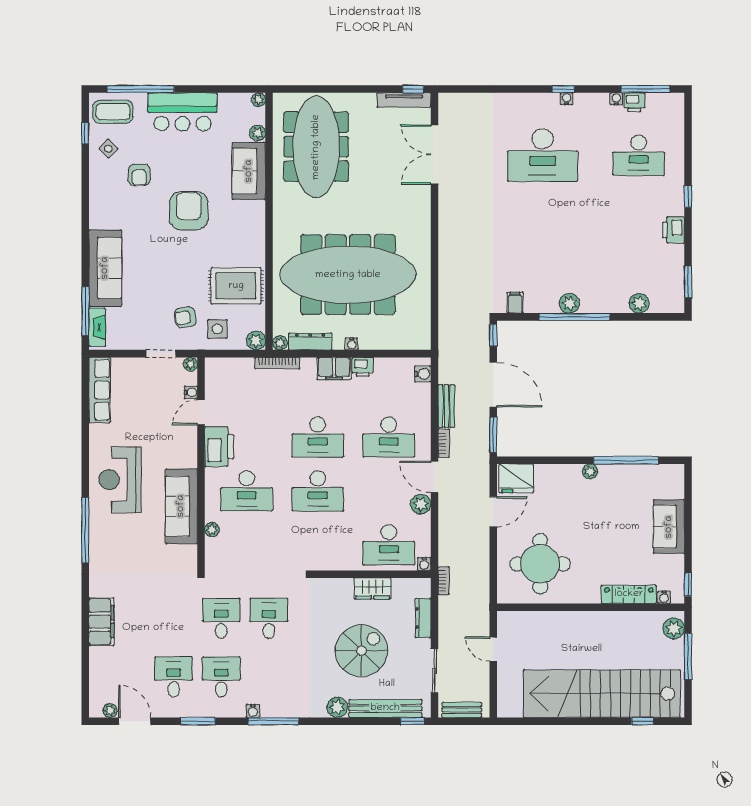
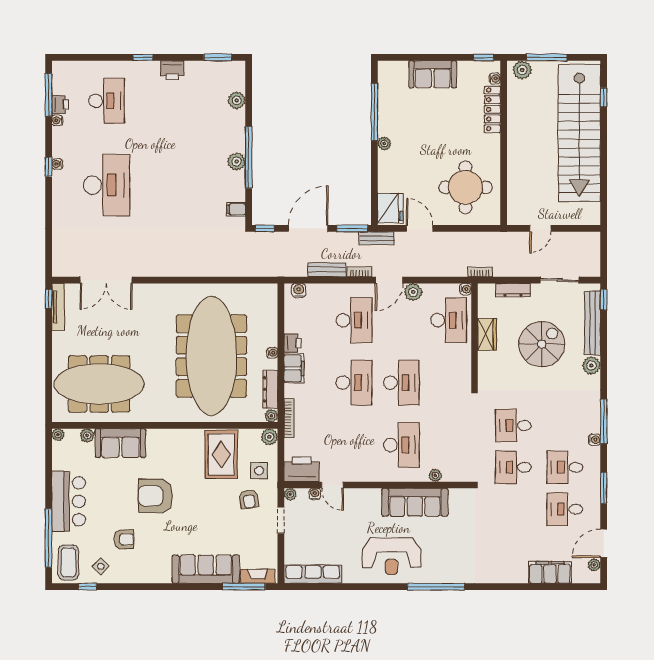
printer: (219, 447) -> (302, 469), moved
filing cabinet: (101, 622) -> (550, 572), moved
spiral stairs: (361, 651) -> (542, 344), turned 90
bench: (462, 710) -> (377, 238), moved, turned 90

